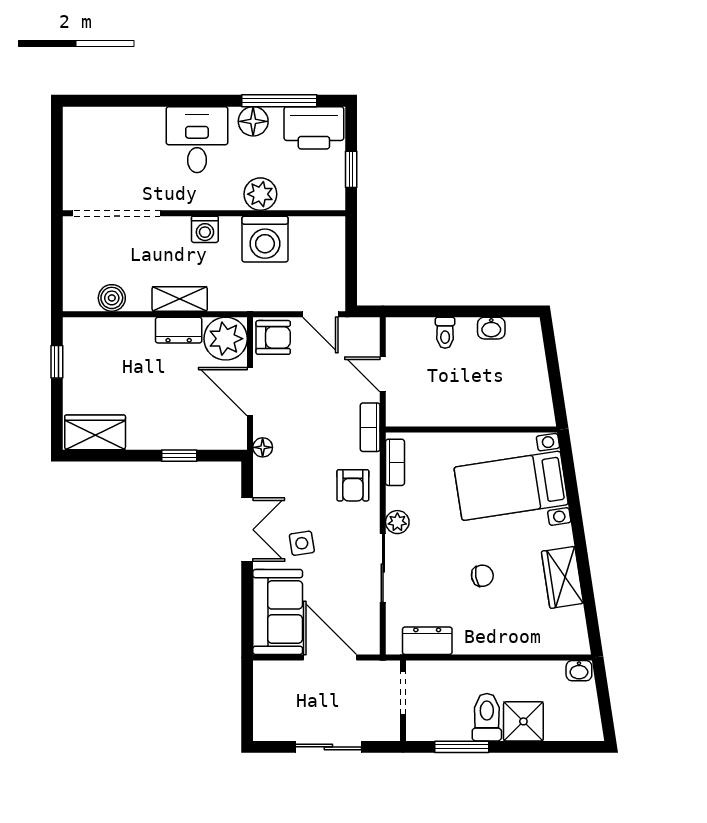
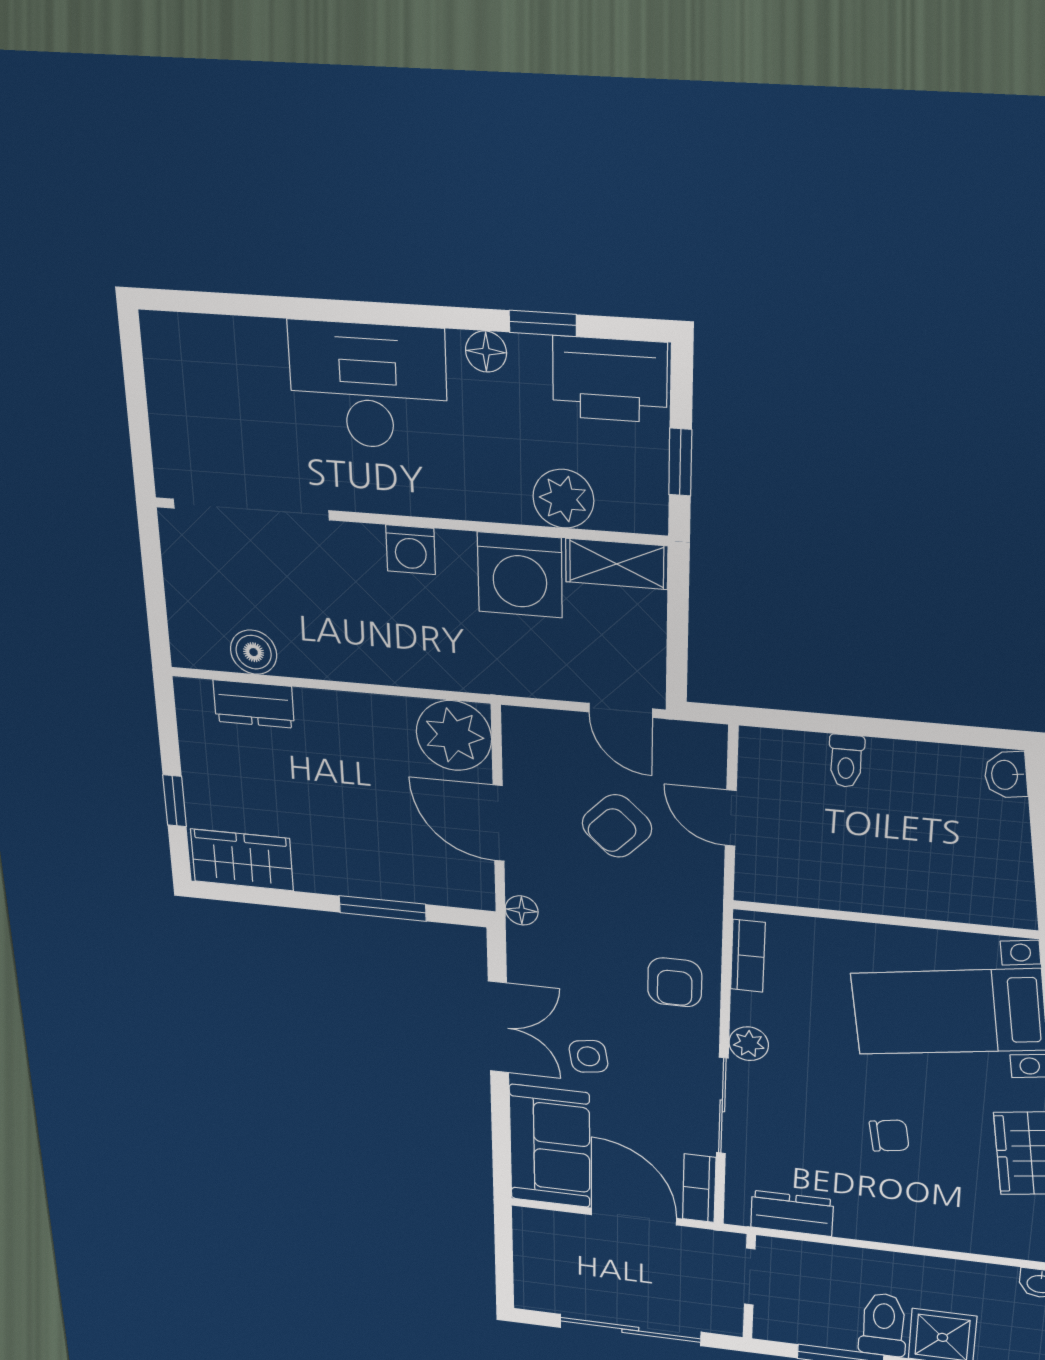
window: (279, 101) -> (543, 323), width x0.46
floor lamp: (253, 121) -> (486, 352), width x0.73, depth x0.73
desk: (197, 140) -> (368, 386), width x1.37
plant: (260, 194) -> (563, 499), moved
shelving: (180, 299) -> (617, 564), moved
washbasin: (491, 328) -> (1006, 775), moved, turned 81
dresser: (179, 330) -> (254, 704), moved
armchair: (273, 337) -> (617, 826), moved, turned 134
window: (57, 362) -> (175, 801), moved
bookcase: (370, 427) -> (699, 1188), moved
window: (179, 456) -> (383, 908), width x1.50
sliding door: (328, 747) -> (630, 1330), width x1.37

